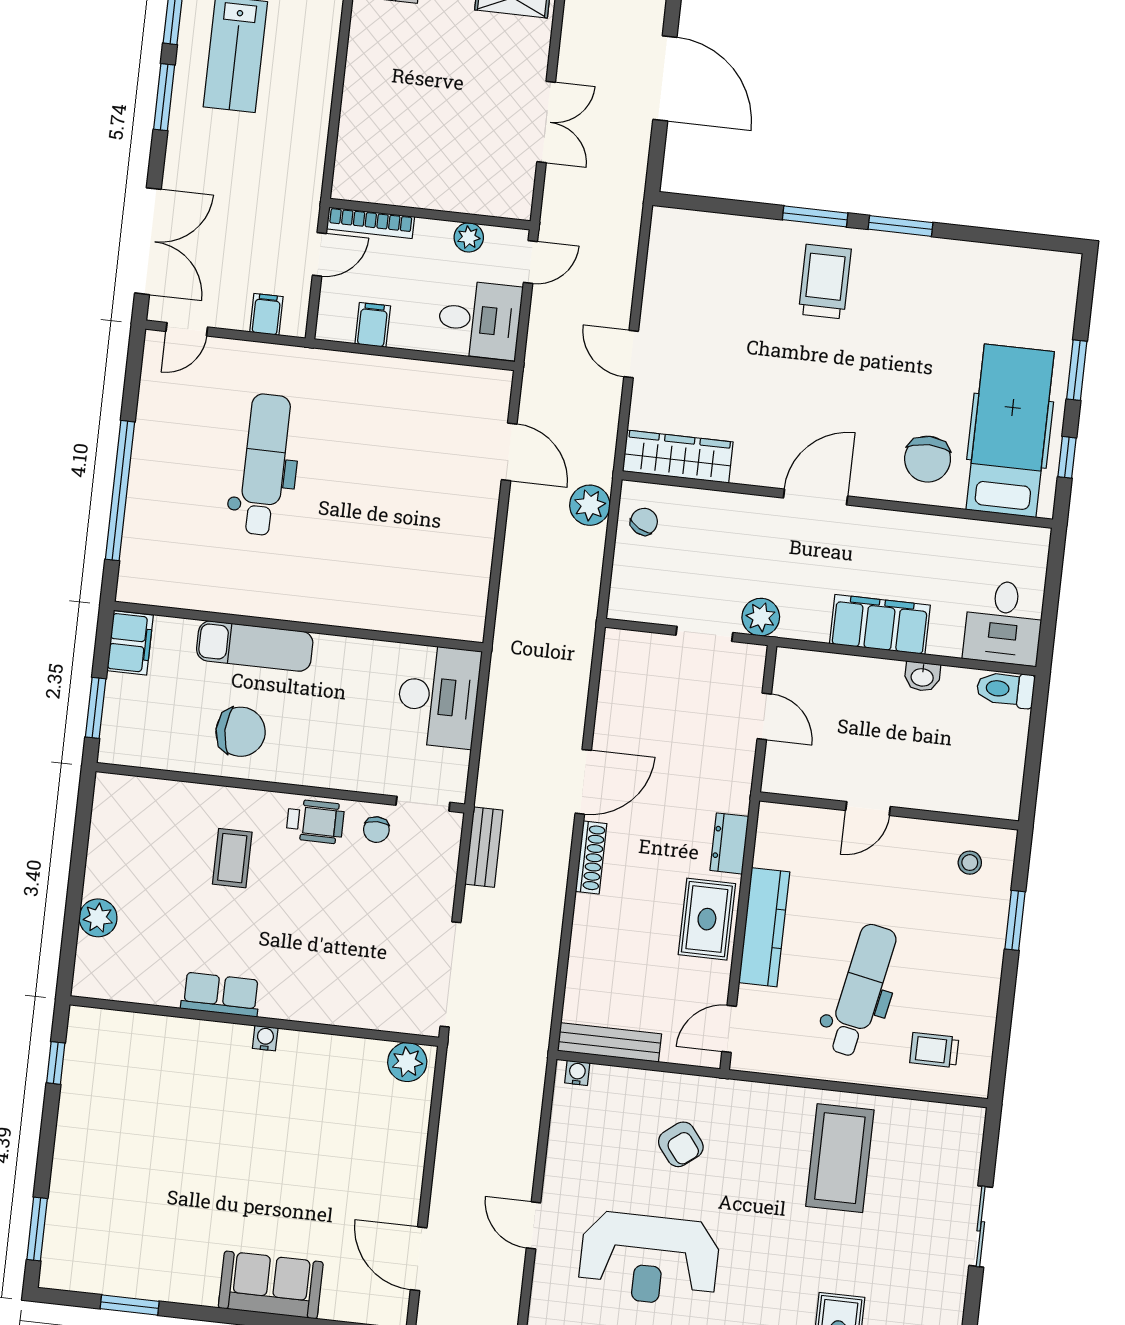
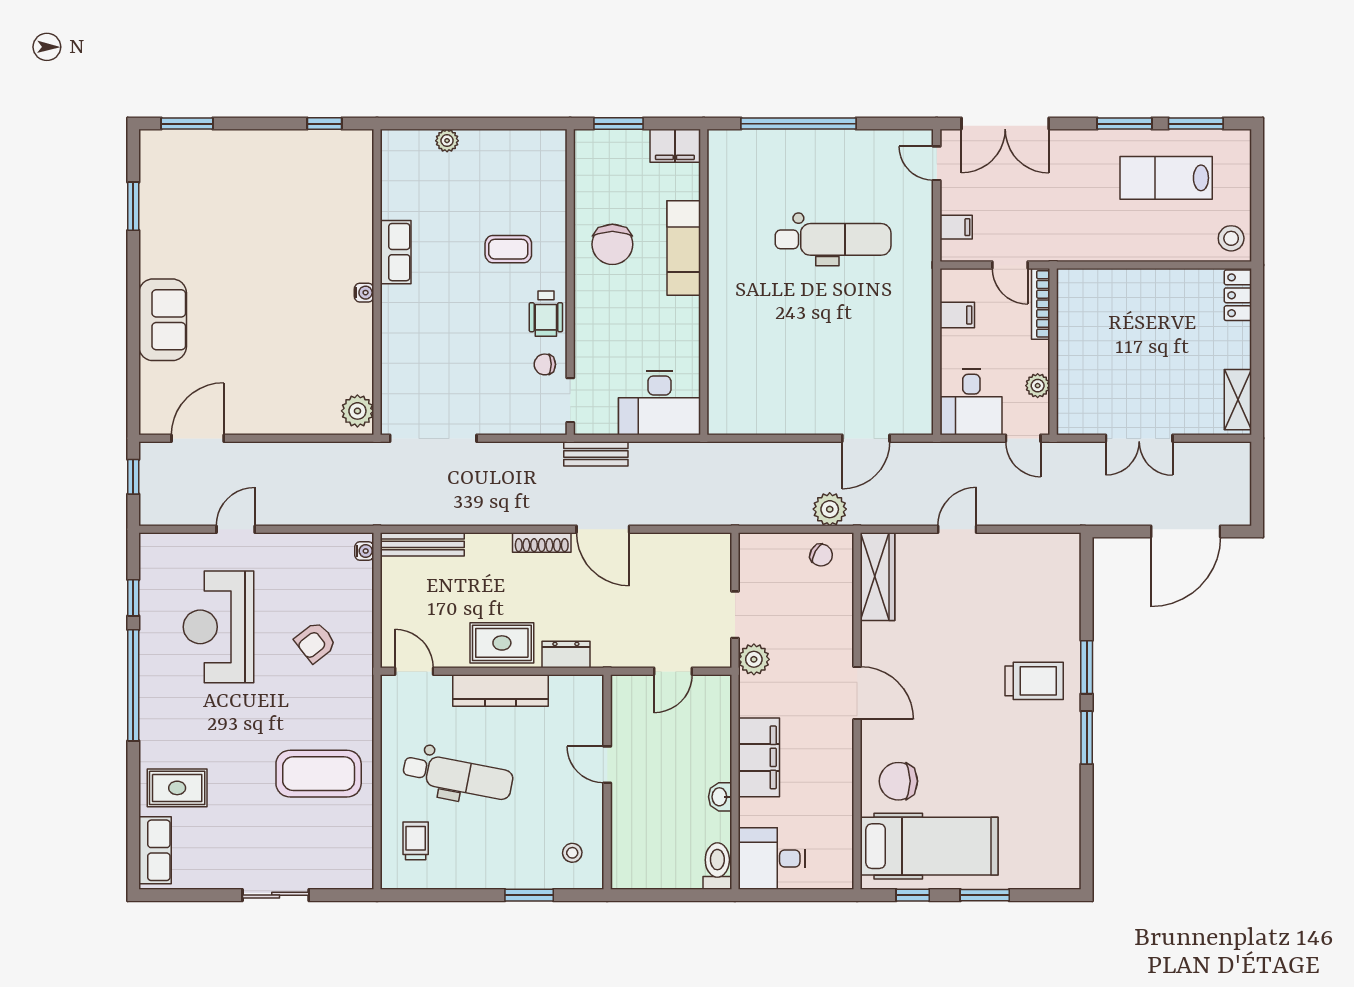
bench: (484, 847) -> (596, 454), moved
plant: (98, 918) -> (447, 141), width x0.73, depth x0.73
bench: (609, 1042) -> (422, 544), moved, turned 90

